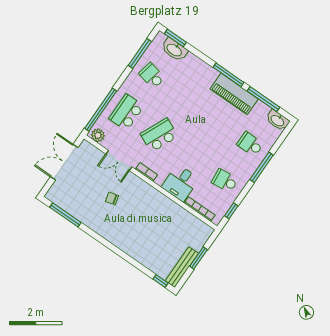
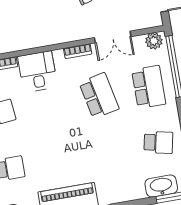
school desk: (159, 135) -> (99, 96), turned -36
double door: (119, 160) -> (113, 37), swing flipped

